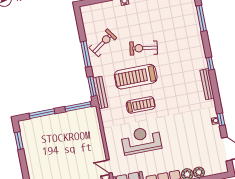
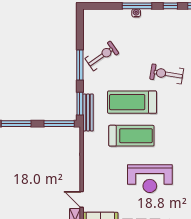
exercise bike: (144, 48) -> (167, 74), moved
treadmill: (141, 105) -> (131, 136), width x1.37, depth x1.38
reception desk: (141, 140) -> (150, 179), moved, turned 180

